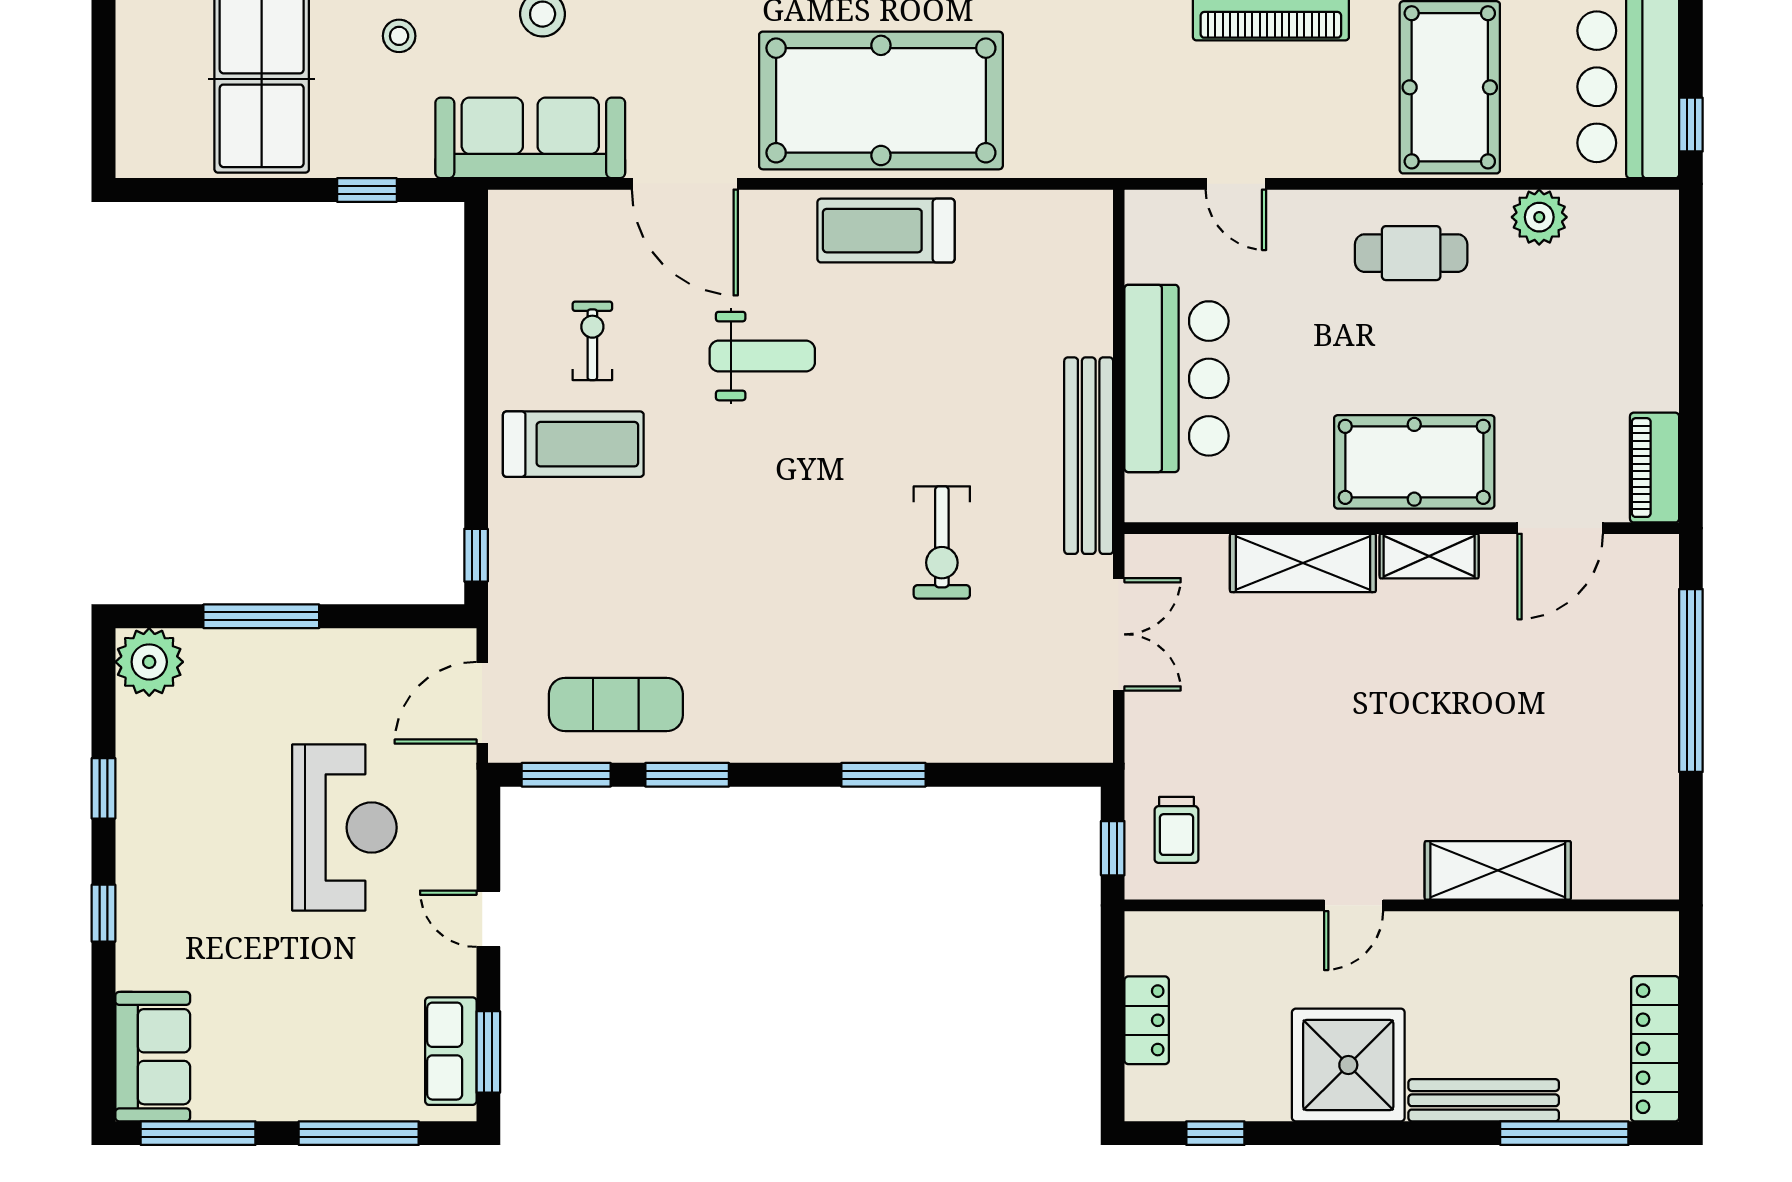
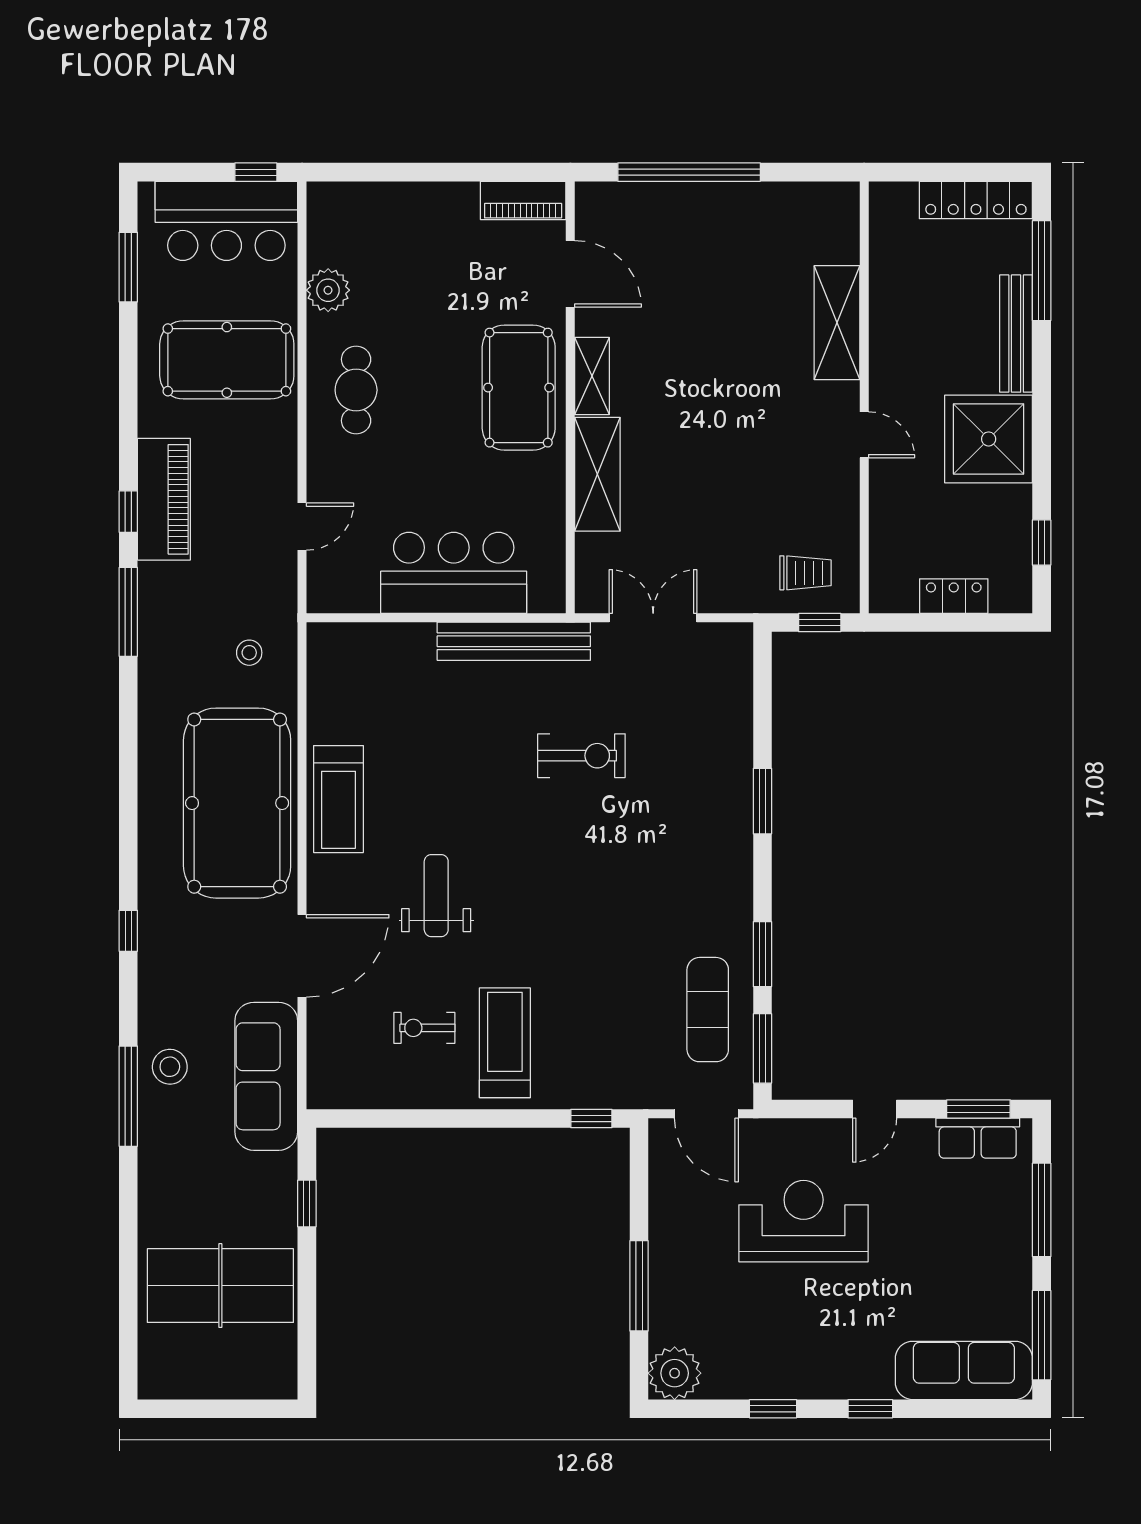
stool: (399, 36) -> (249, 653), moved
sofa: (153, 1057) -> (964, 1370), width x1.36

